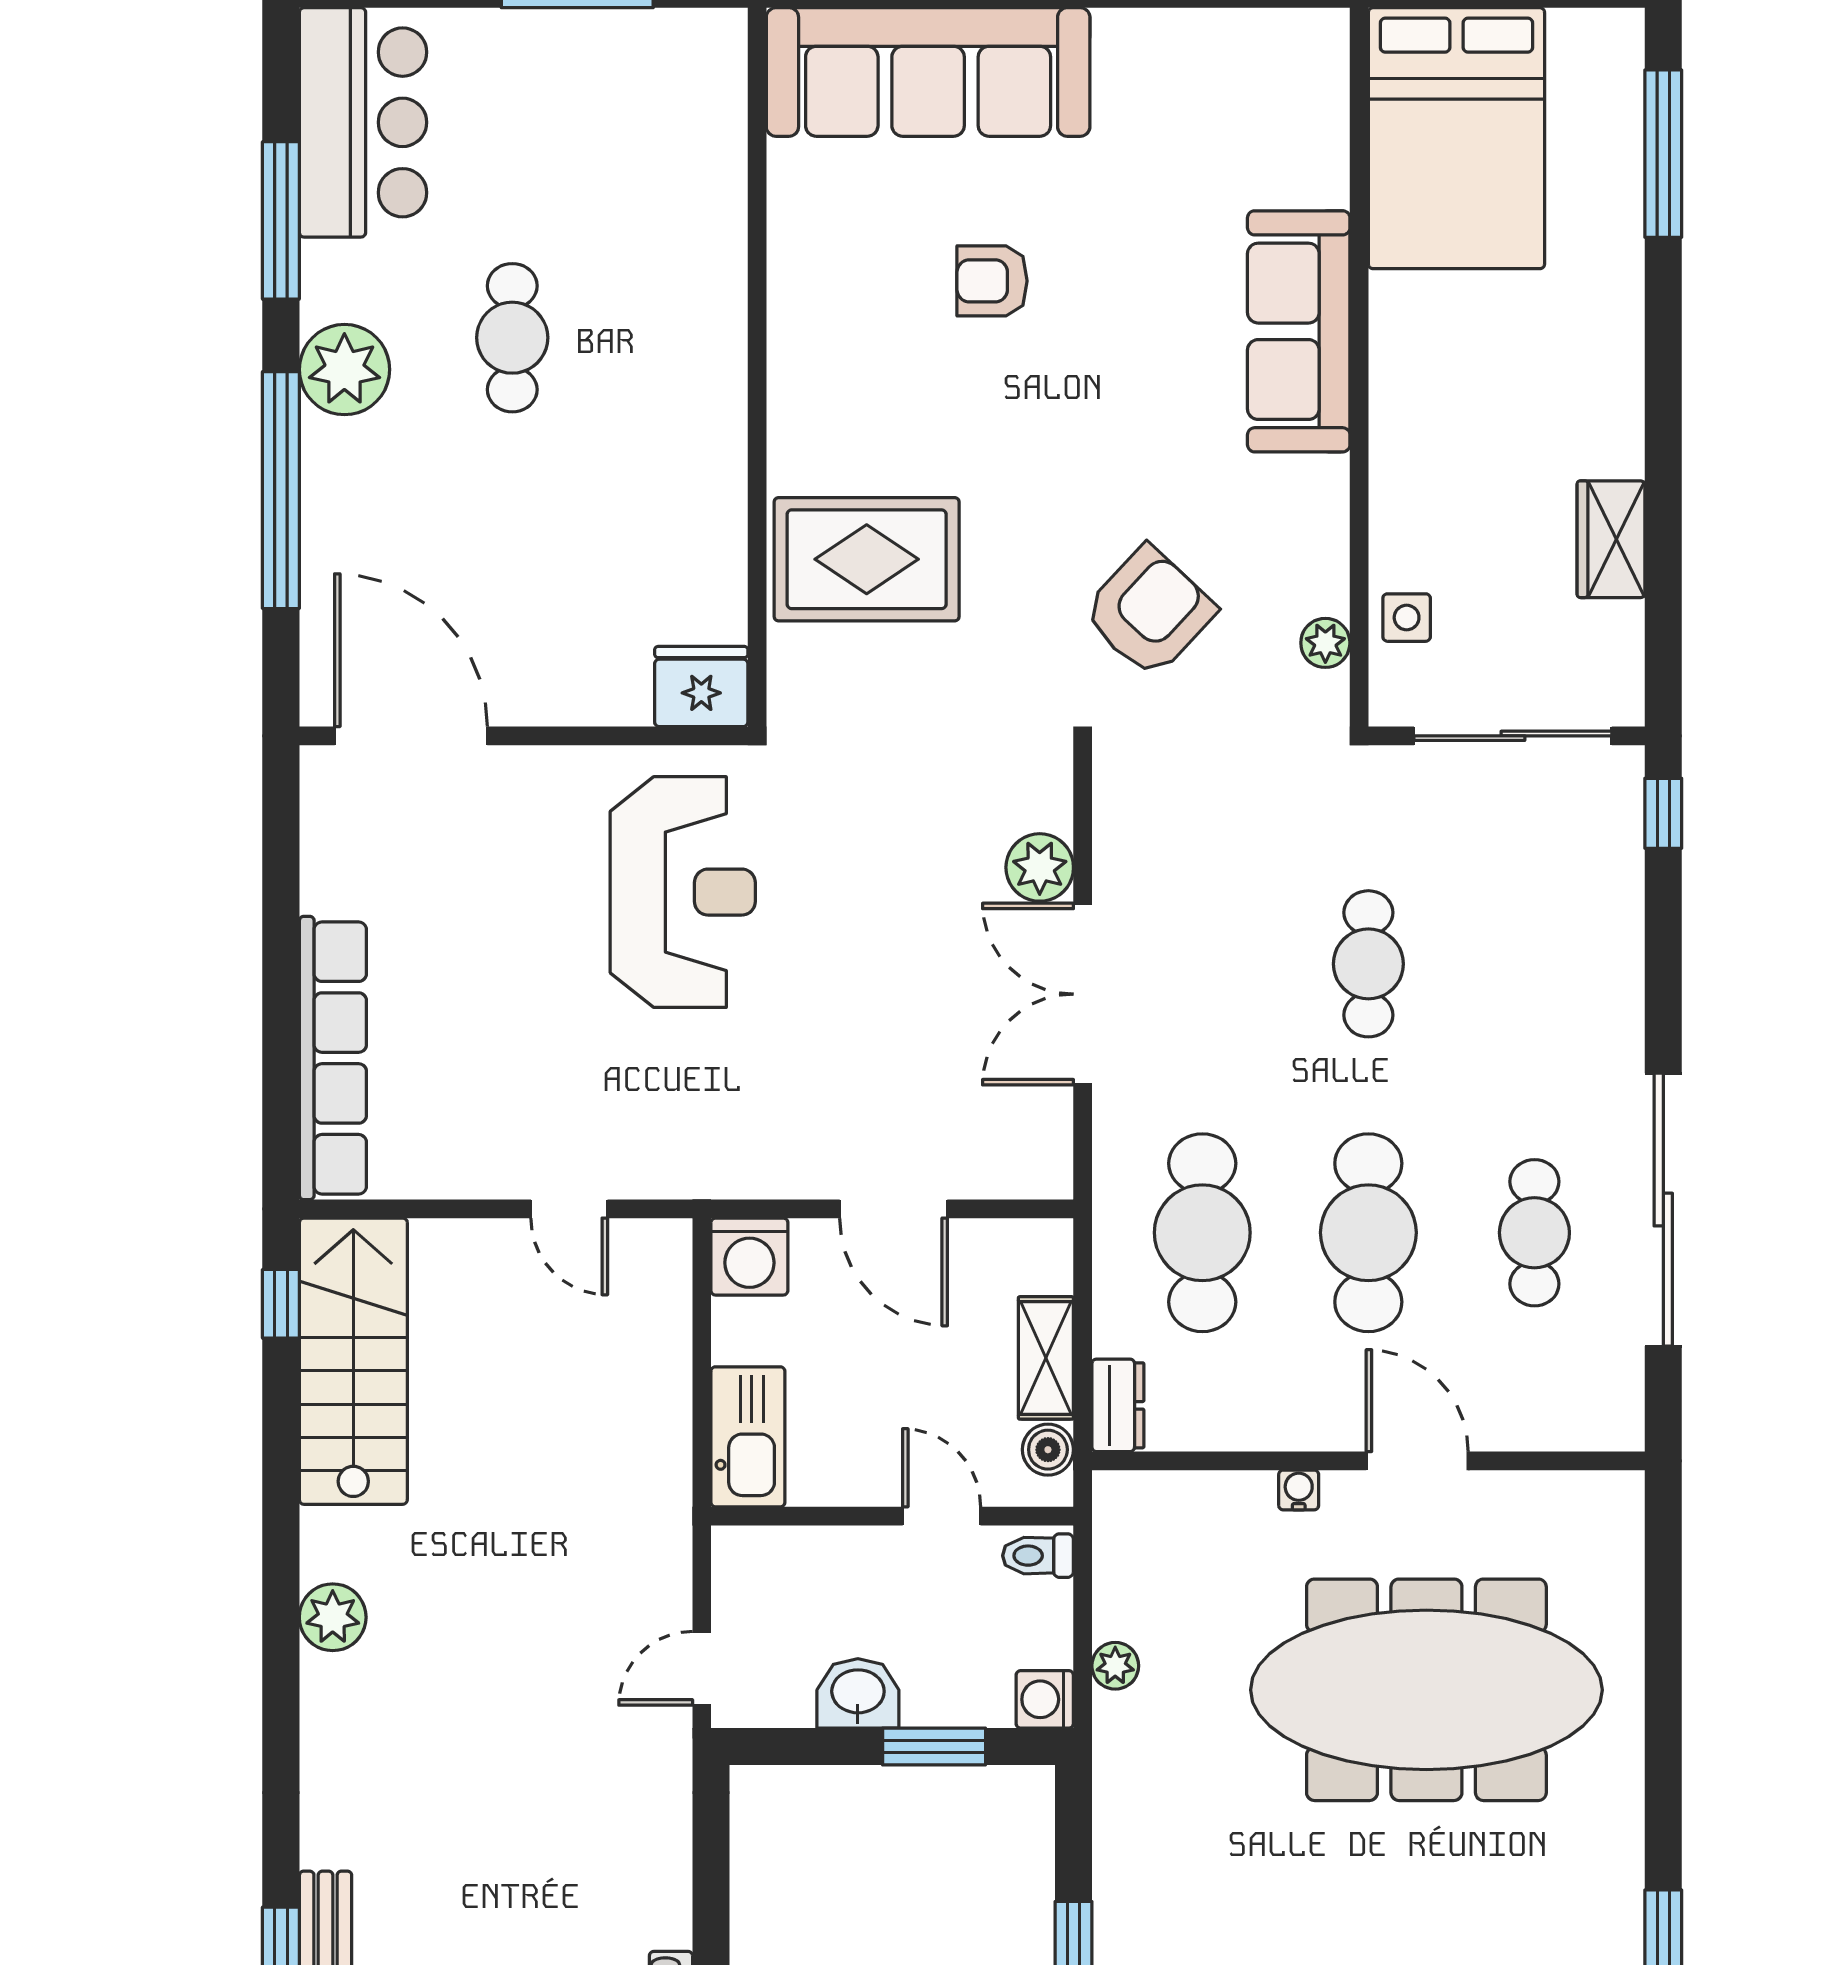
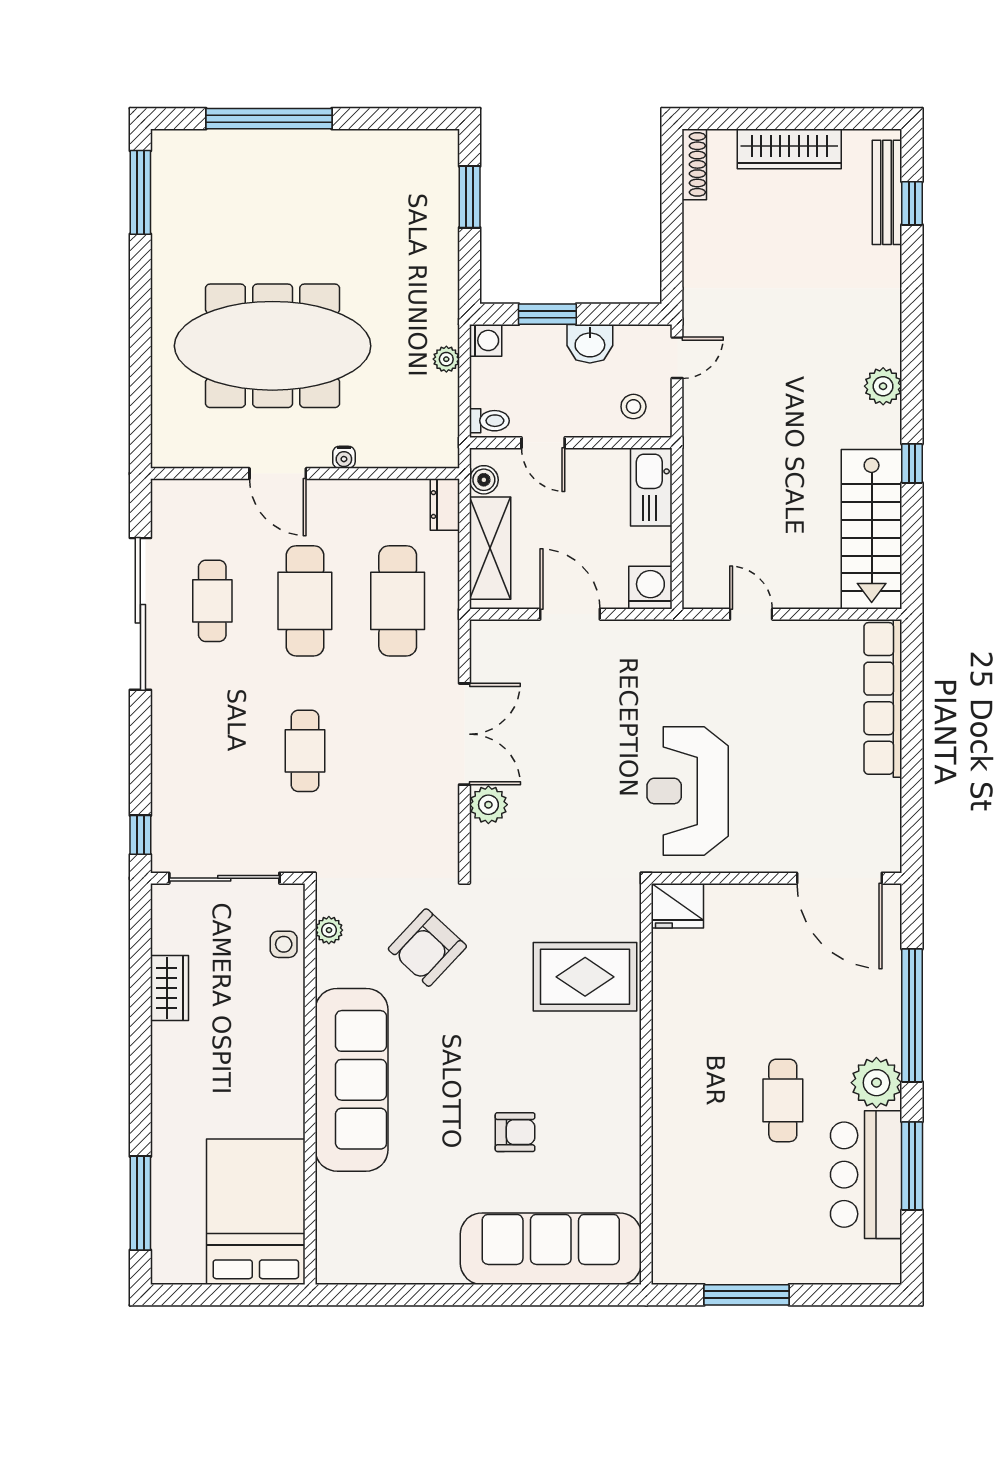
bar counter: (363, 122) -> (866, 1175), moved
sofa: (1299, 331) -> (352, 1080), width x1.36, depth x1.27
window: (281, 1304) -> (912, 463), moved
shelving: (1046, 1358) -> (490, 548), width x1.50, depth x1.33
stool: (780, 1581) -> (633, 407), added

